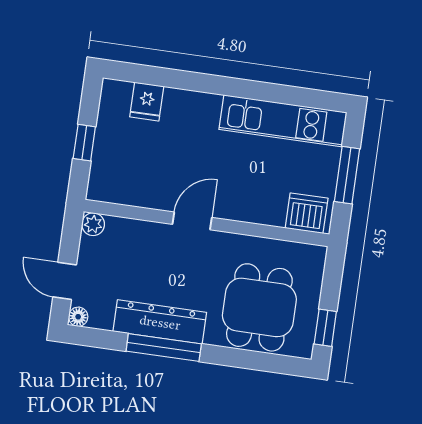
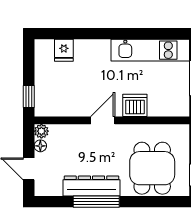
window: (84, 143) -> (29, 97), moved
dishwasher: (307, 213) -> (135, 105), moved
floor lamp: (78, 317) -> (40, 146), moved

